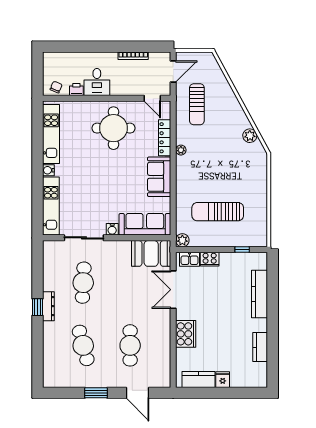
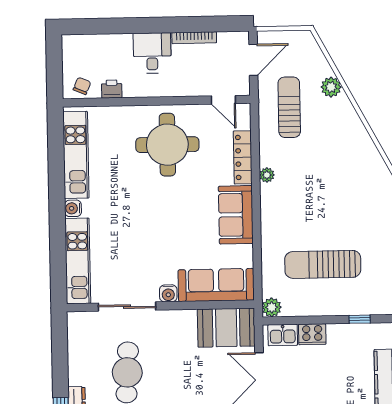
desk: (97, 82) -> (152, 53), moved, turned 180
sun lounger: (197, 104) -> (289, 107), turned 180
plant: (250, 136) -> (331, 87), moved

